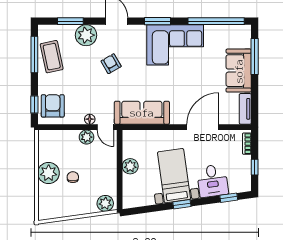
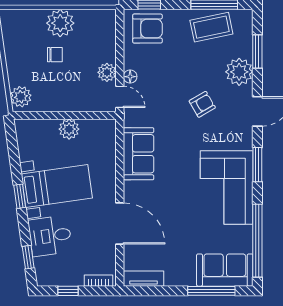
sofa: (239, 71) -> (225, 270), moved
sofa: (142, 113) -> (139, 154), width x0.73
door: (105, 127) -> (120, 97), swing flipped

